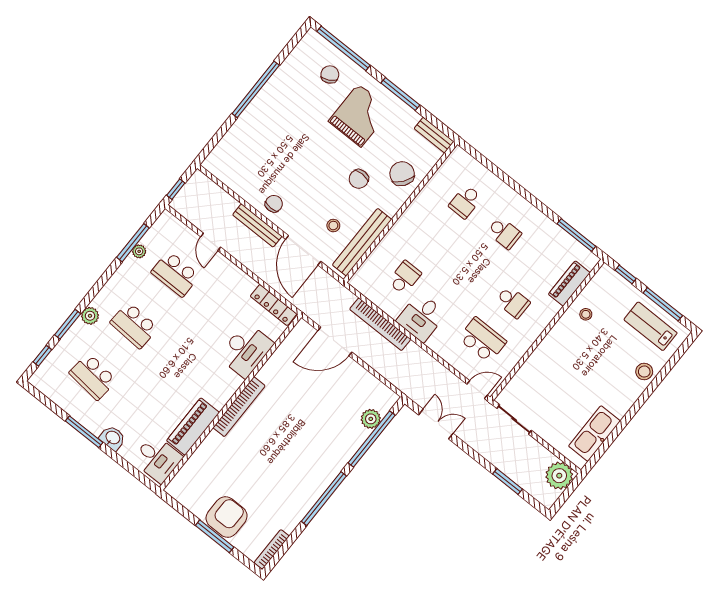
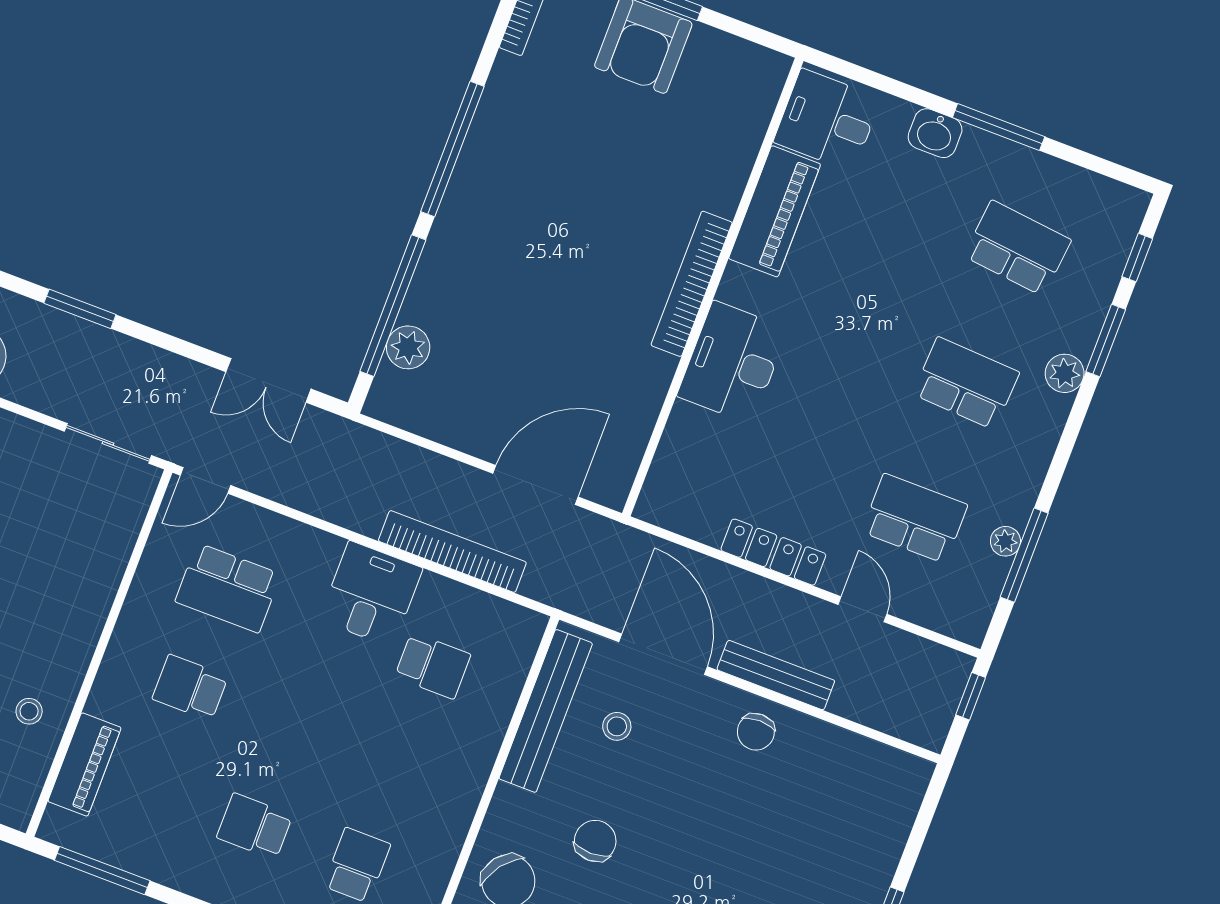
school desk: (405, 278) -> (433, 666), turned -90
locker: (274, 305) -> (773, 552), moved
desk: (246, 350) -> (733, 362), moved

